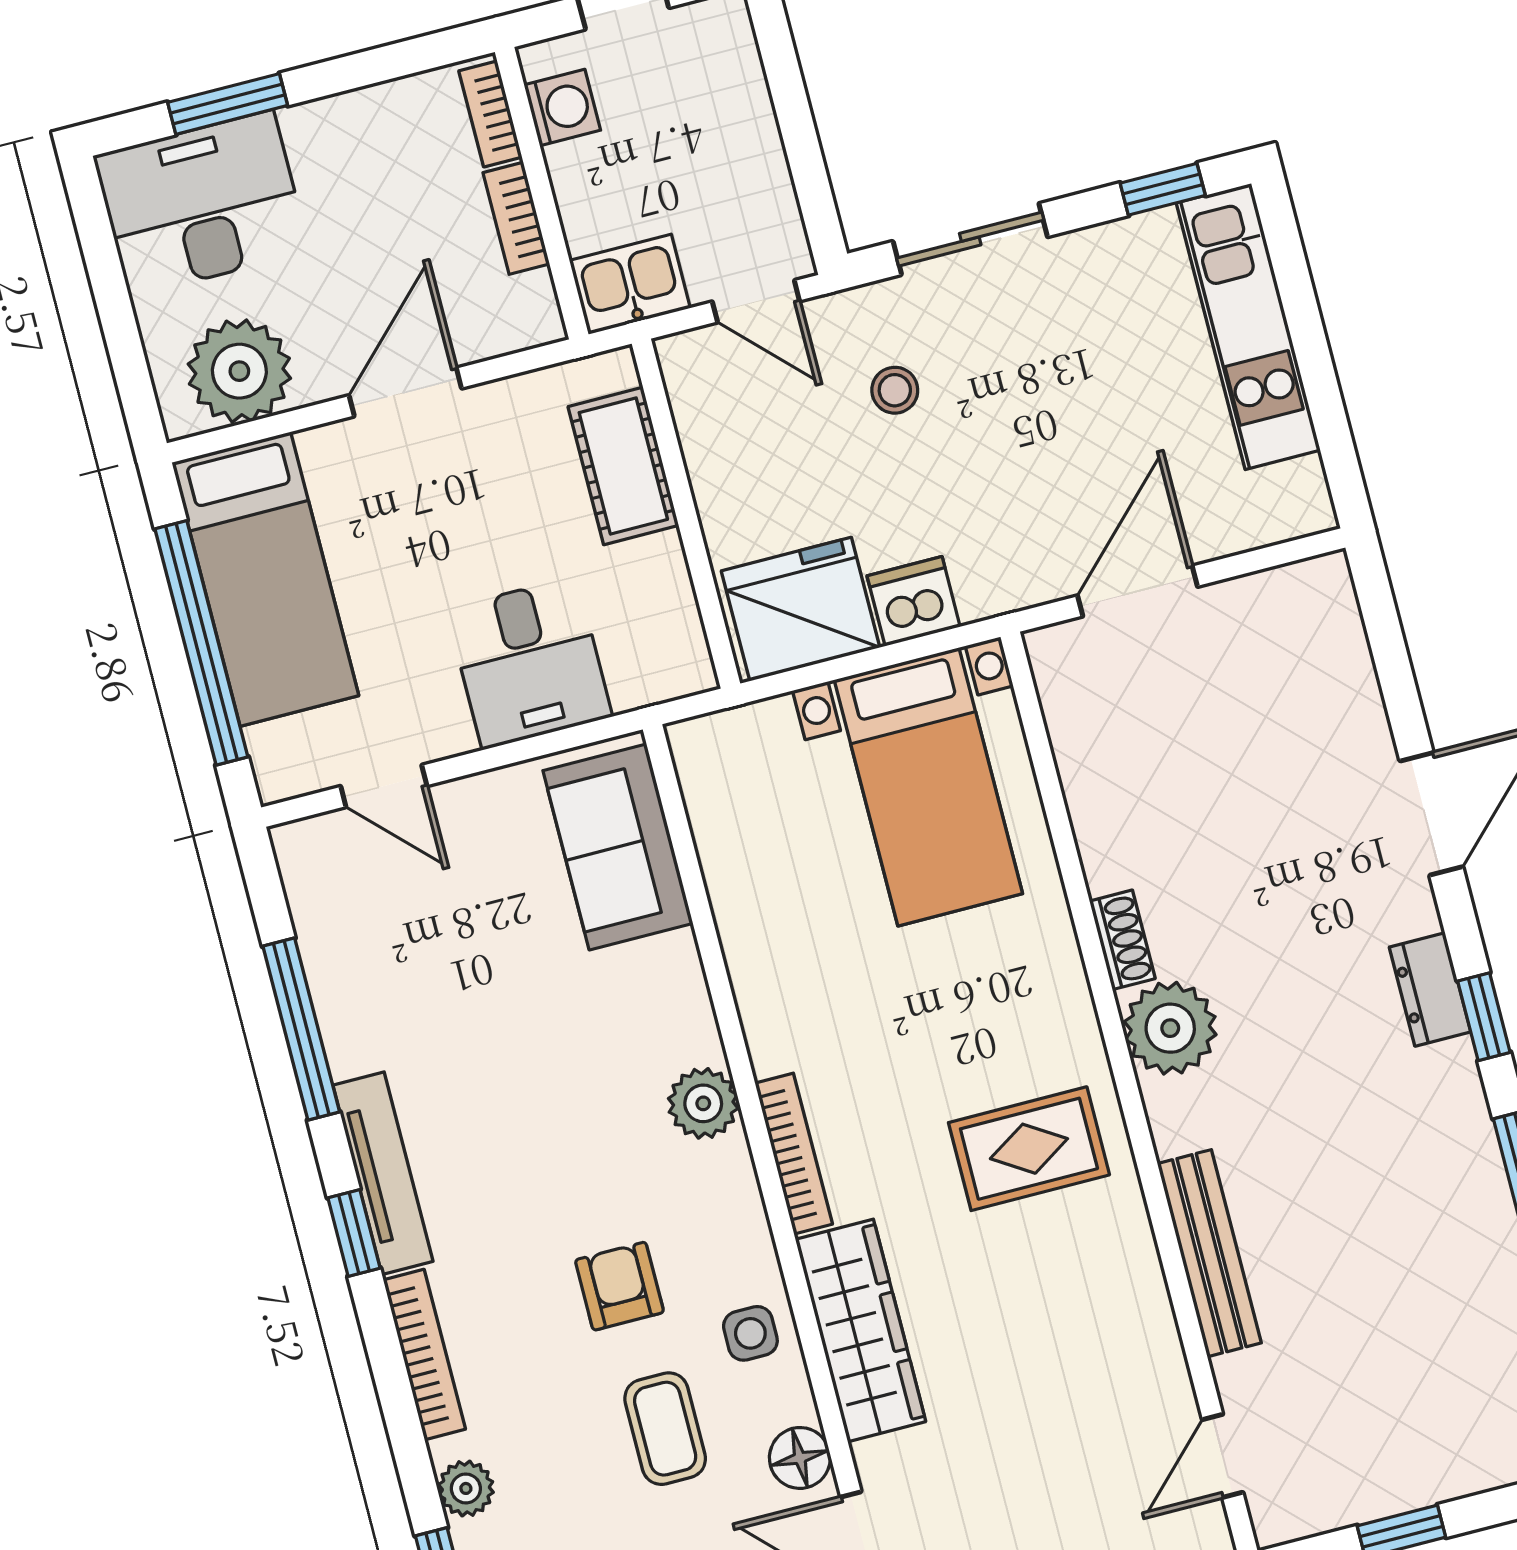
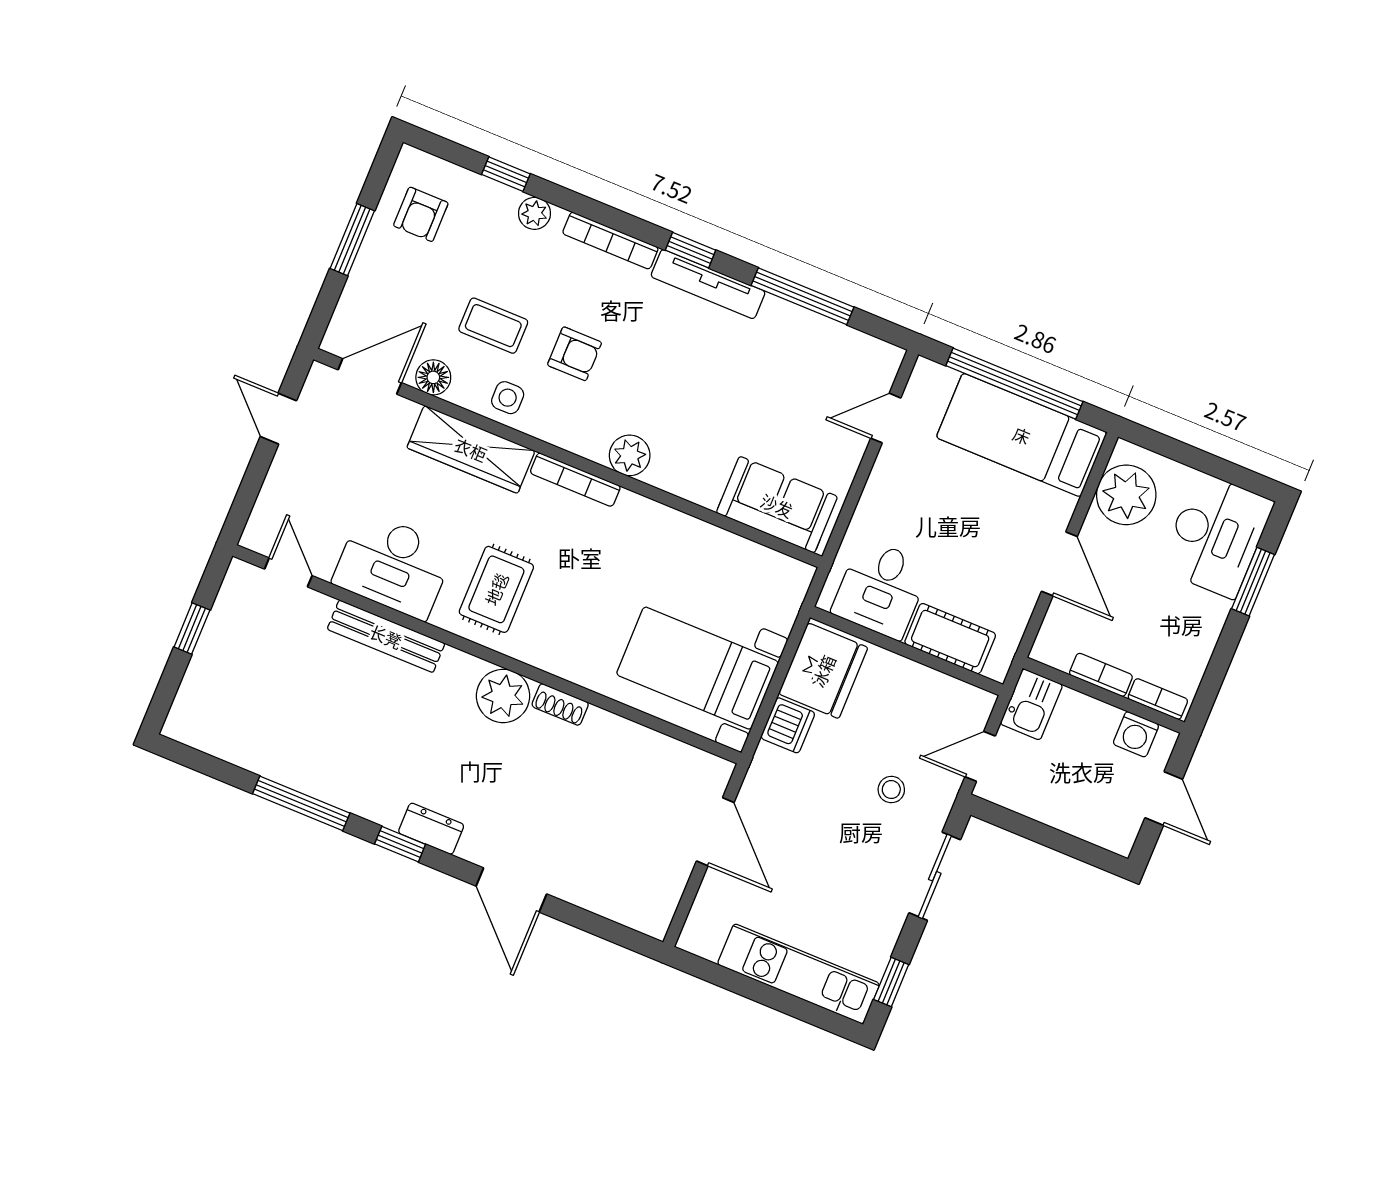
desk: (529, 663) -> (881, 589), moved, turned -90
desk: (1103, 1317) -> (393, 565), added

